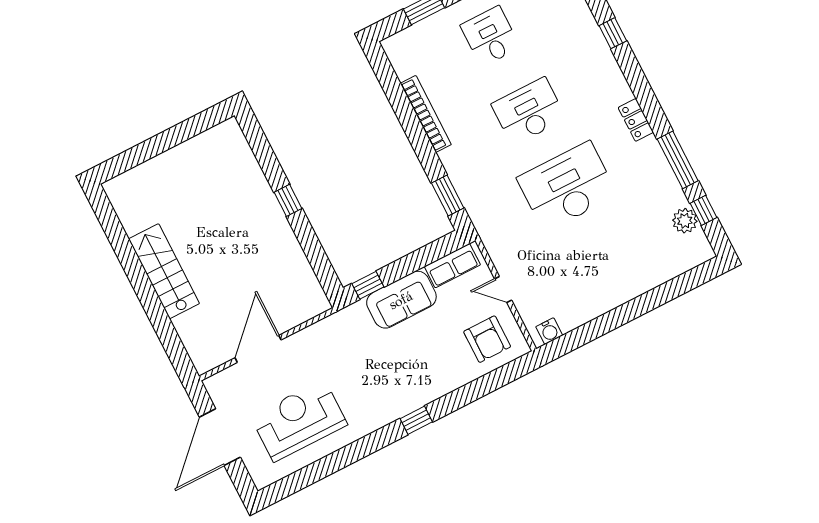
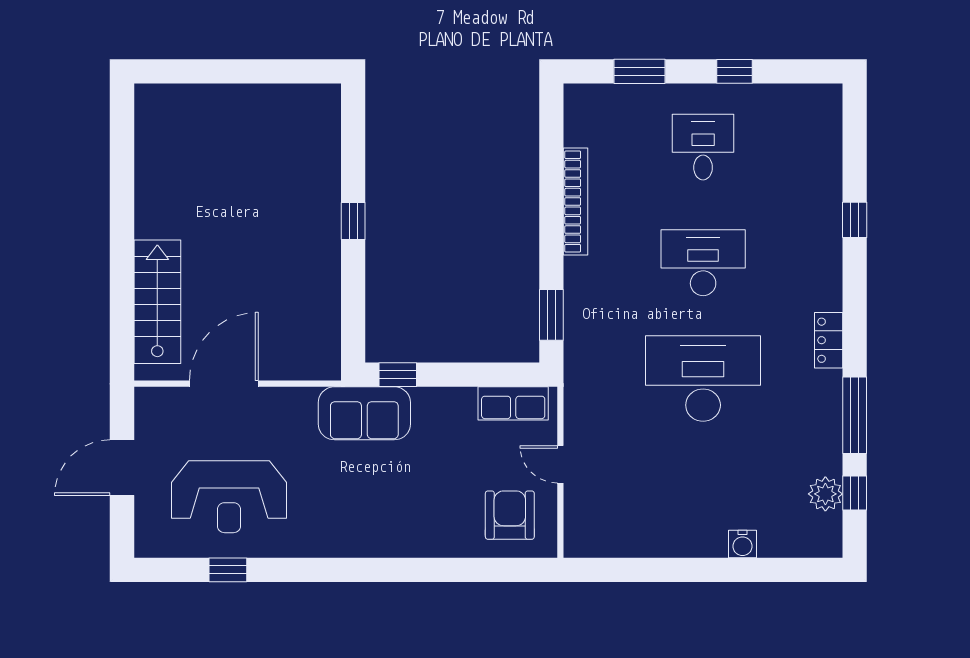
stairs: (164, 271) -> (157, 302), moved
sofa: (401, 300) -> (364, 413), moved
water cooler: (549, 331) -> (743, 544), moved
armchair: (487, 339) -> (510, 515), turned 180
reception desk: (299, 420) -> (229, 497), turned 180
window: (416, 420) -> (228, 570), moved
door: (220, 437) -> (122, 468), width x0.73

